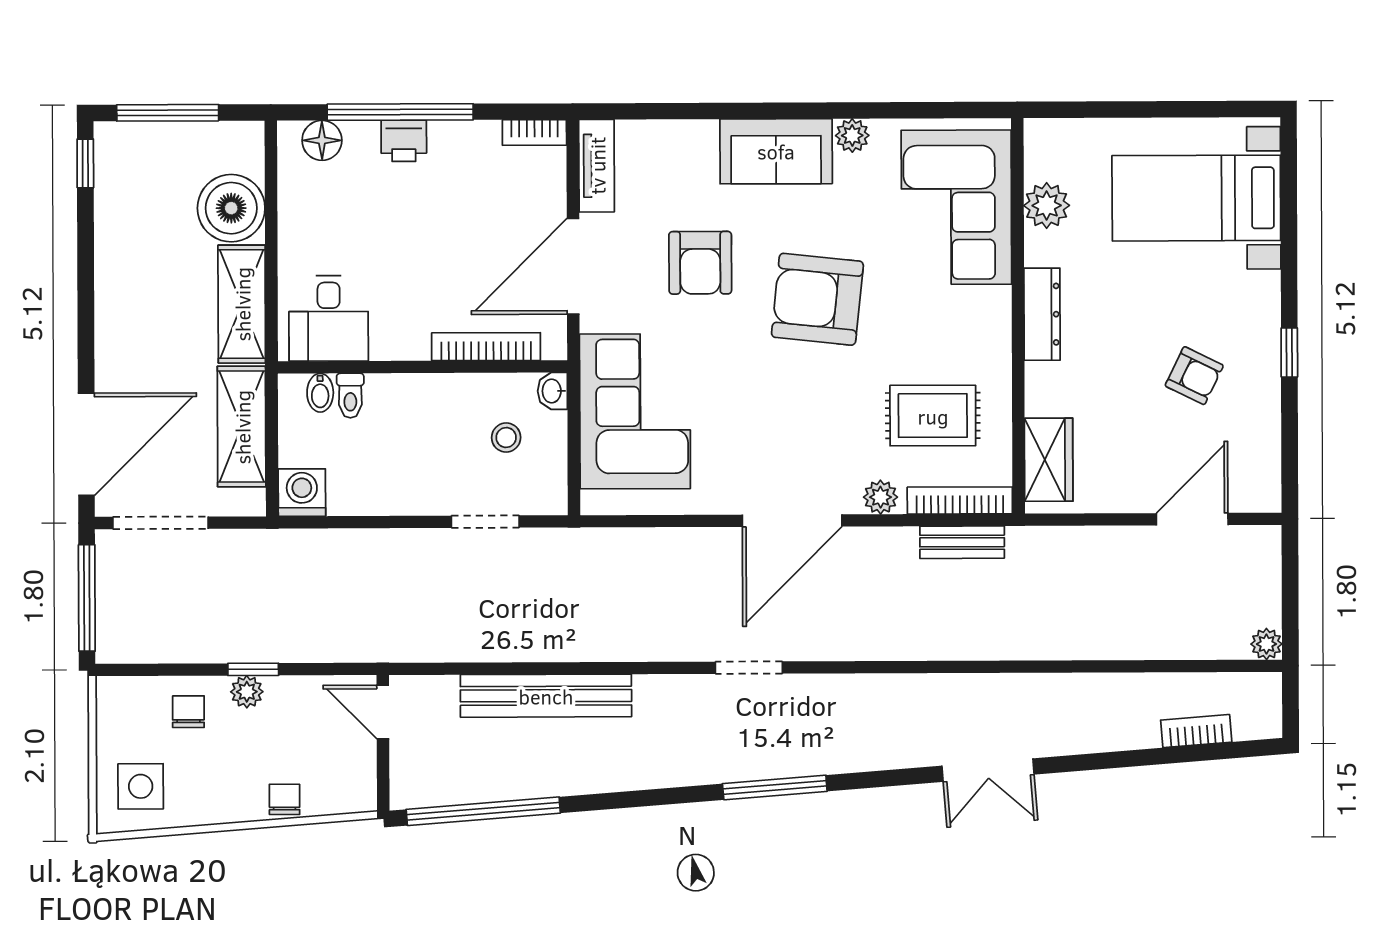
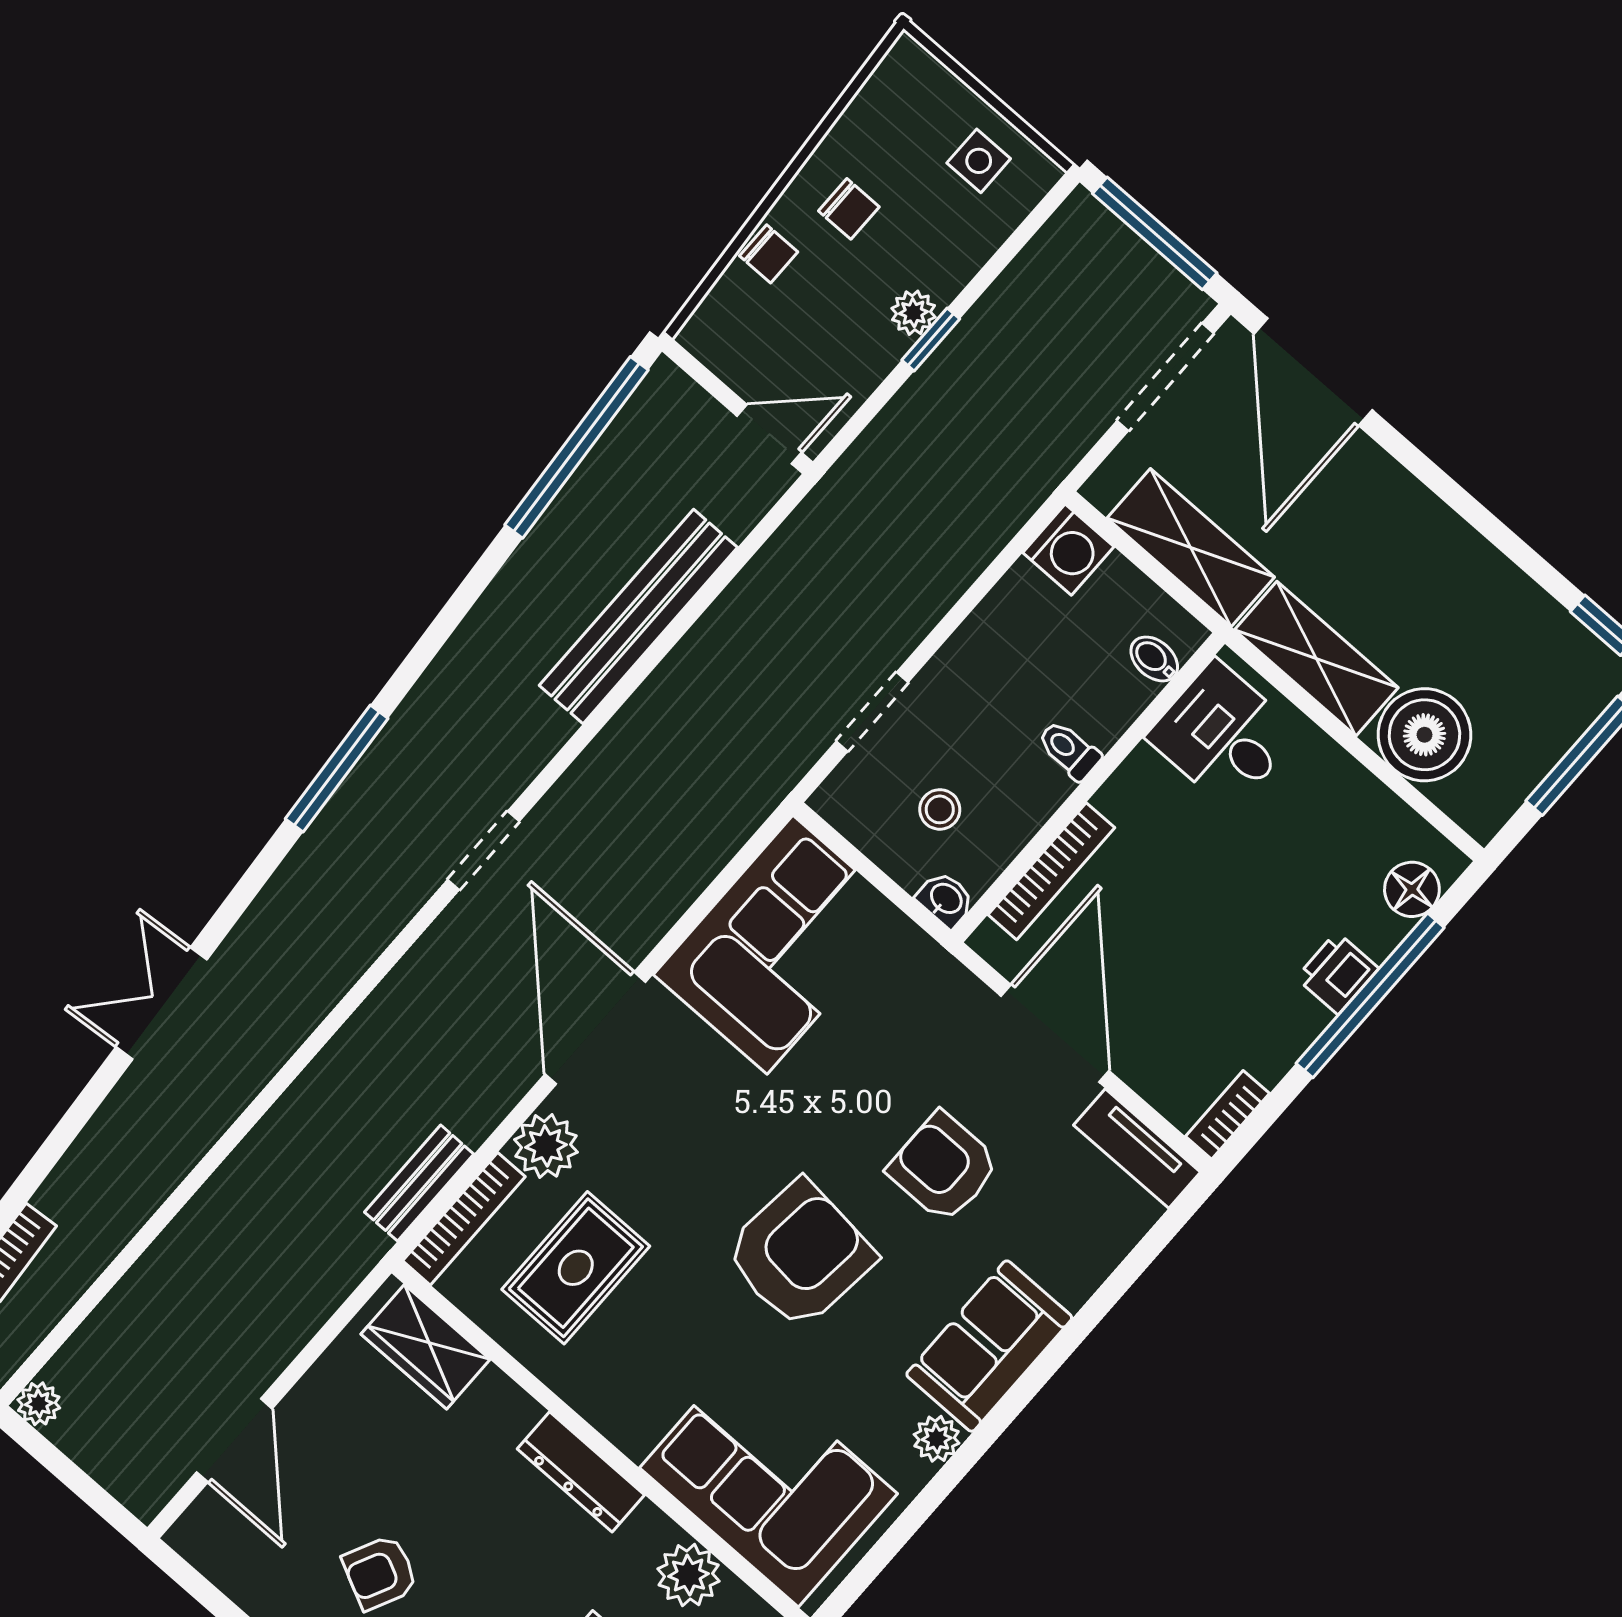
toilet: (350, 396) -> (1069, 750), moved
corner sofa: (635, 411) -> (780, 945), moved, turned -90
plant: (880, 497) -> (546, 1146), width x1.38, depth x1.38
chair: (188, 712) -> (849, 209), moved
side table: (141, 786) -> (979, 161), moved, width x0.73, depth x0.73

